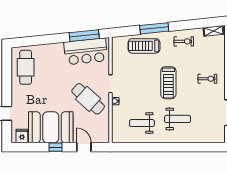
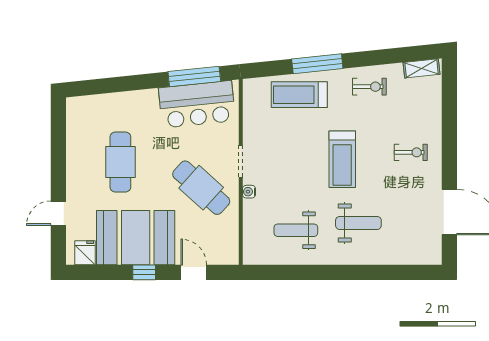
cafe table: (26, 67) -> (120, 162), moved

